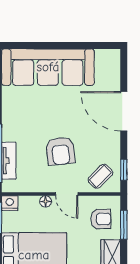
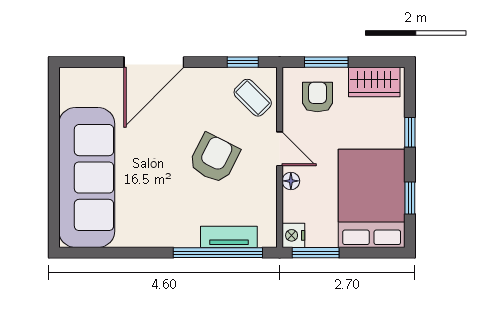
armchair: (60, 151) -> (214, 158), turned -57
door: (67, 194) -> (280, 149), hinge flipped

